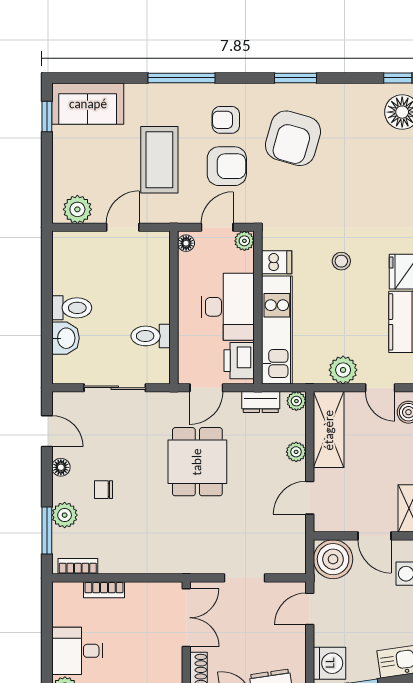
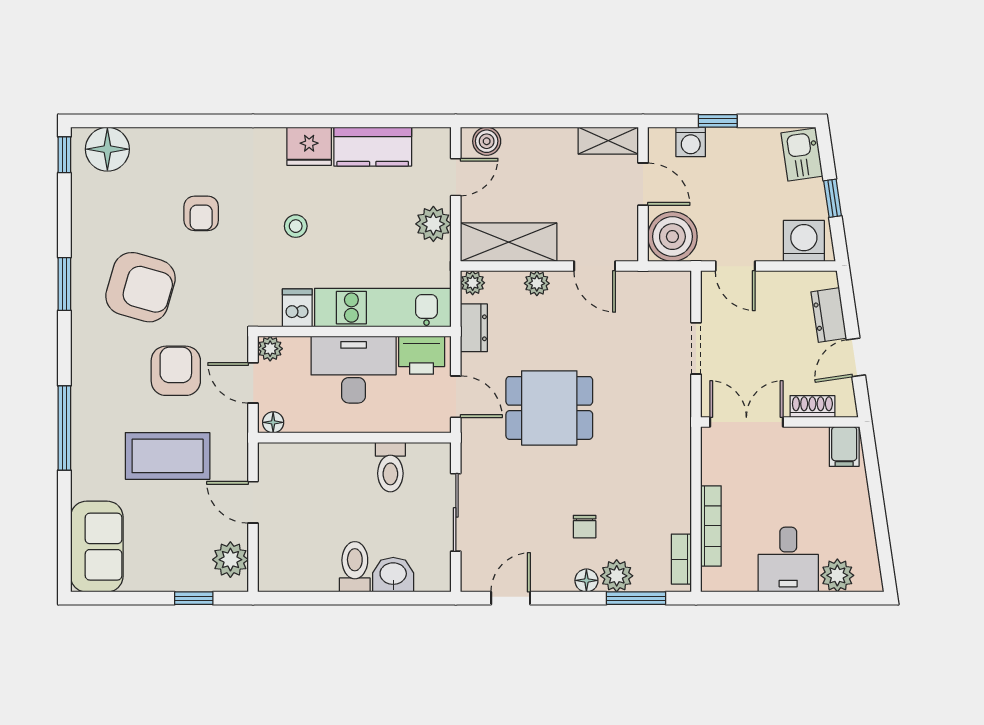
window: (47, 116) -> (194, 598), moved
armchair: (226, 120) -> (201, 213), moved
floor lamp: (61, 467) -> (586, 580), moved
door: (375, 536) -> (643, 184), hinge flipped
bookcase: (104, 590) -> (711, 526), width x1.56

